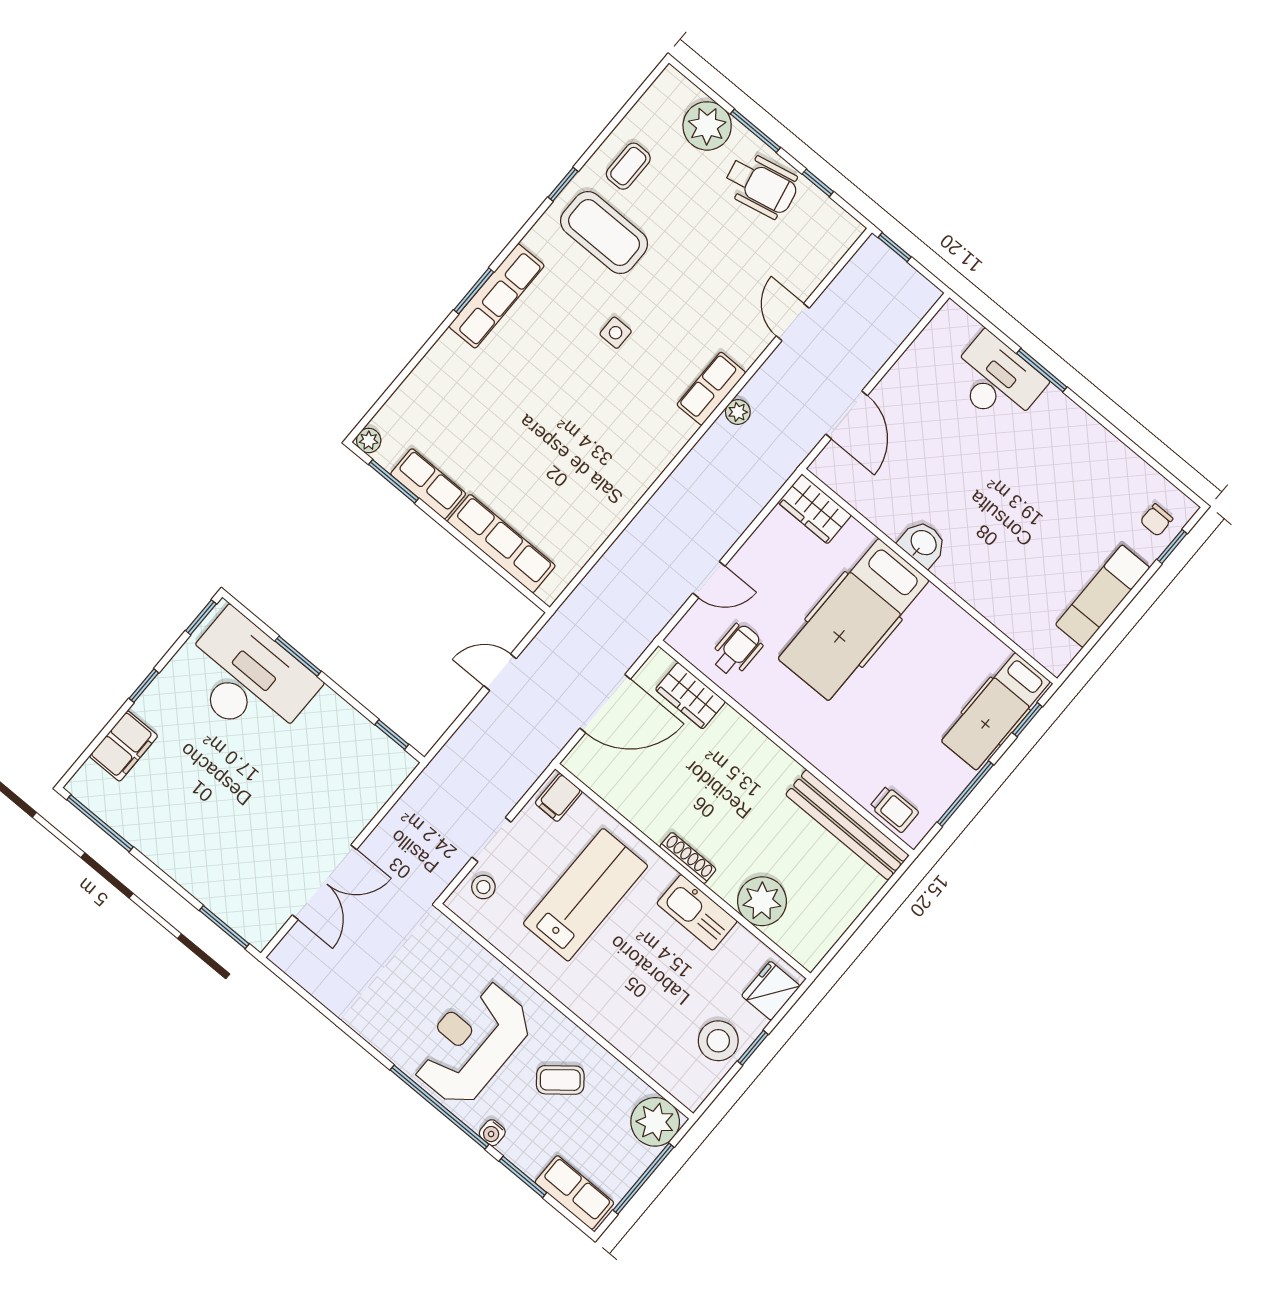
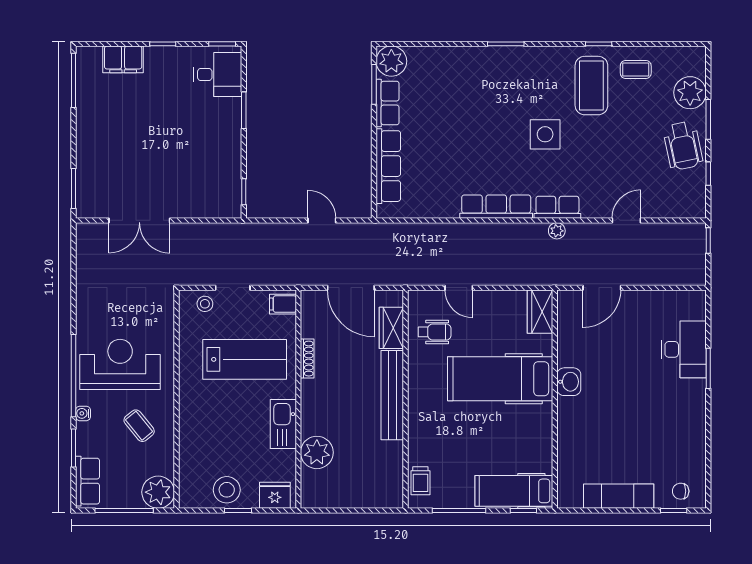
row of seats: (497, 296) -> (496, 207), moved, turned 180
side table: (616, 333) -> (545, 134), width x1.87, depth x1.87
plant: (369, 441) -> (391, 61), width x1.87, depth x1.87
desk: (247, 679) -> (218, 74), width x0.53, depth x0.77
bench: (847, 825) -> (392, 395), moved
shoe rack: (688, 858) -> (307, 359), moved

